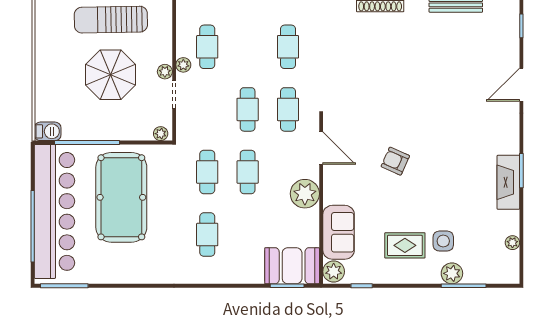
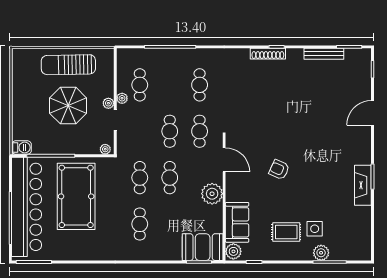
plant: (512, 243) -> (366, 230), removed

